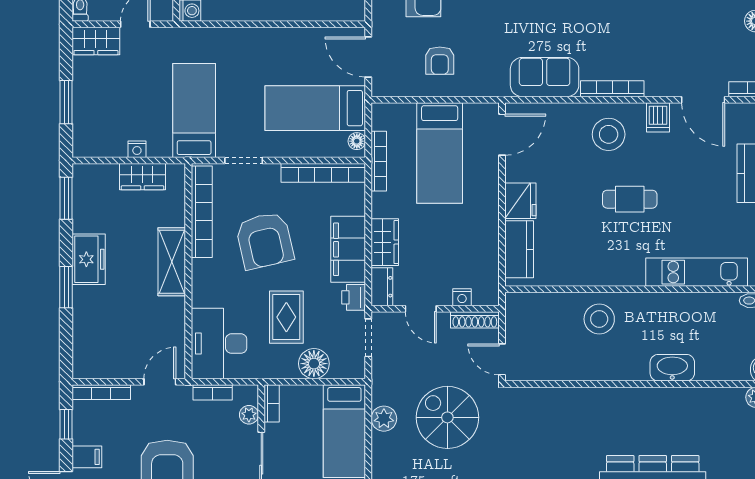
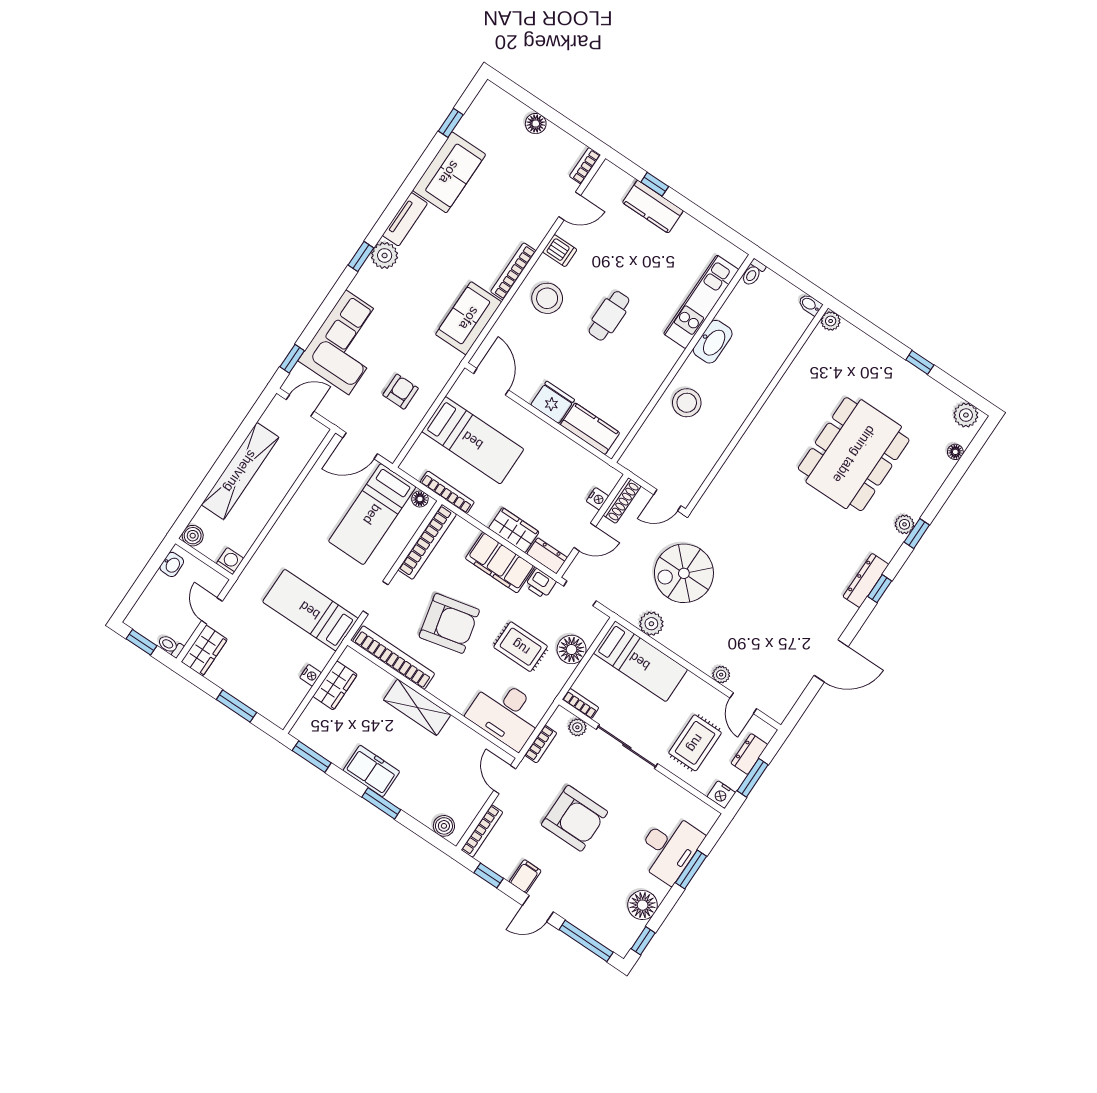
armchair: (440, 61) -> (401, 392), turned -90
door: (703, 100) -> (570, 206), width x0.73
boiler: (83, 356) -> (444, 826), added
washbasin: (672, 368) -> (713, 342), moved, turned 180

